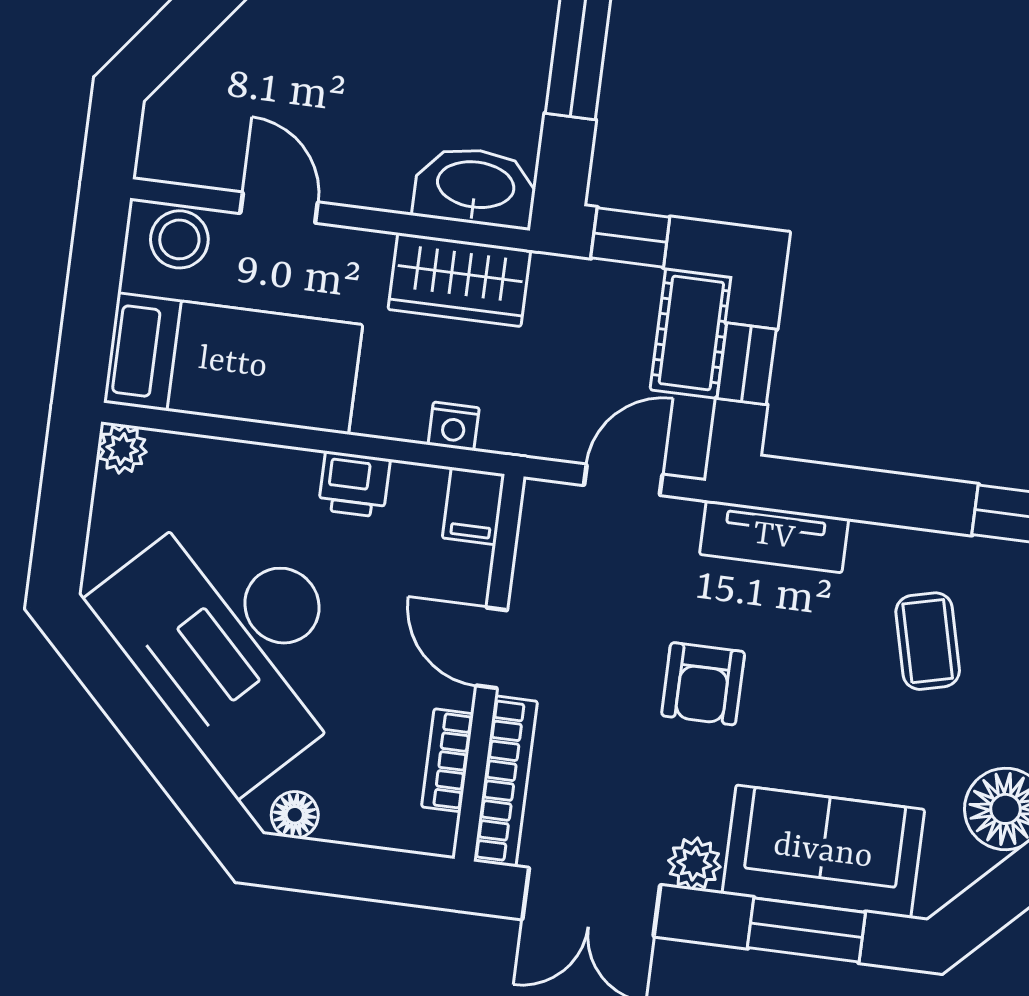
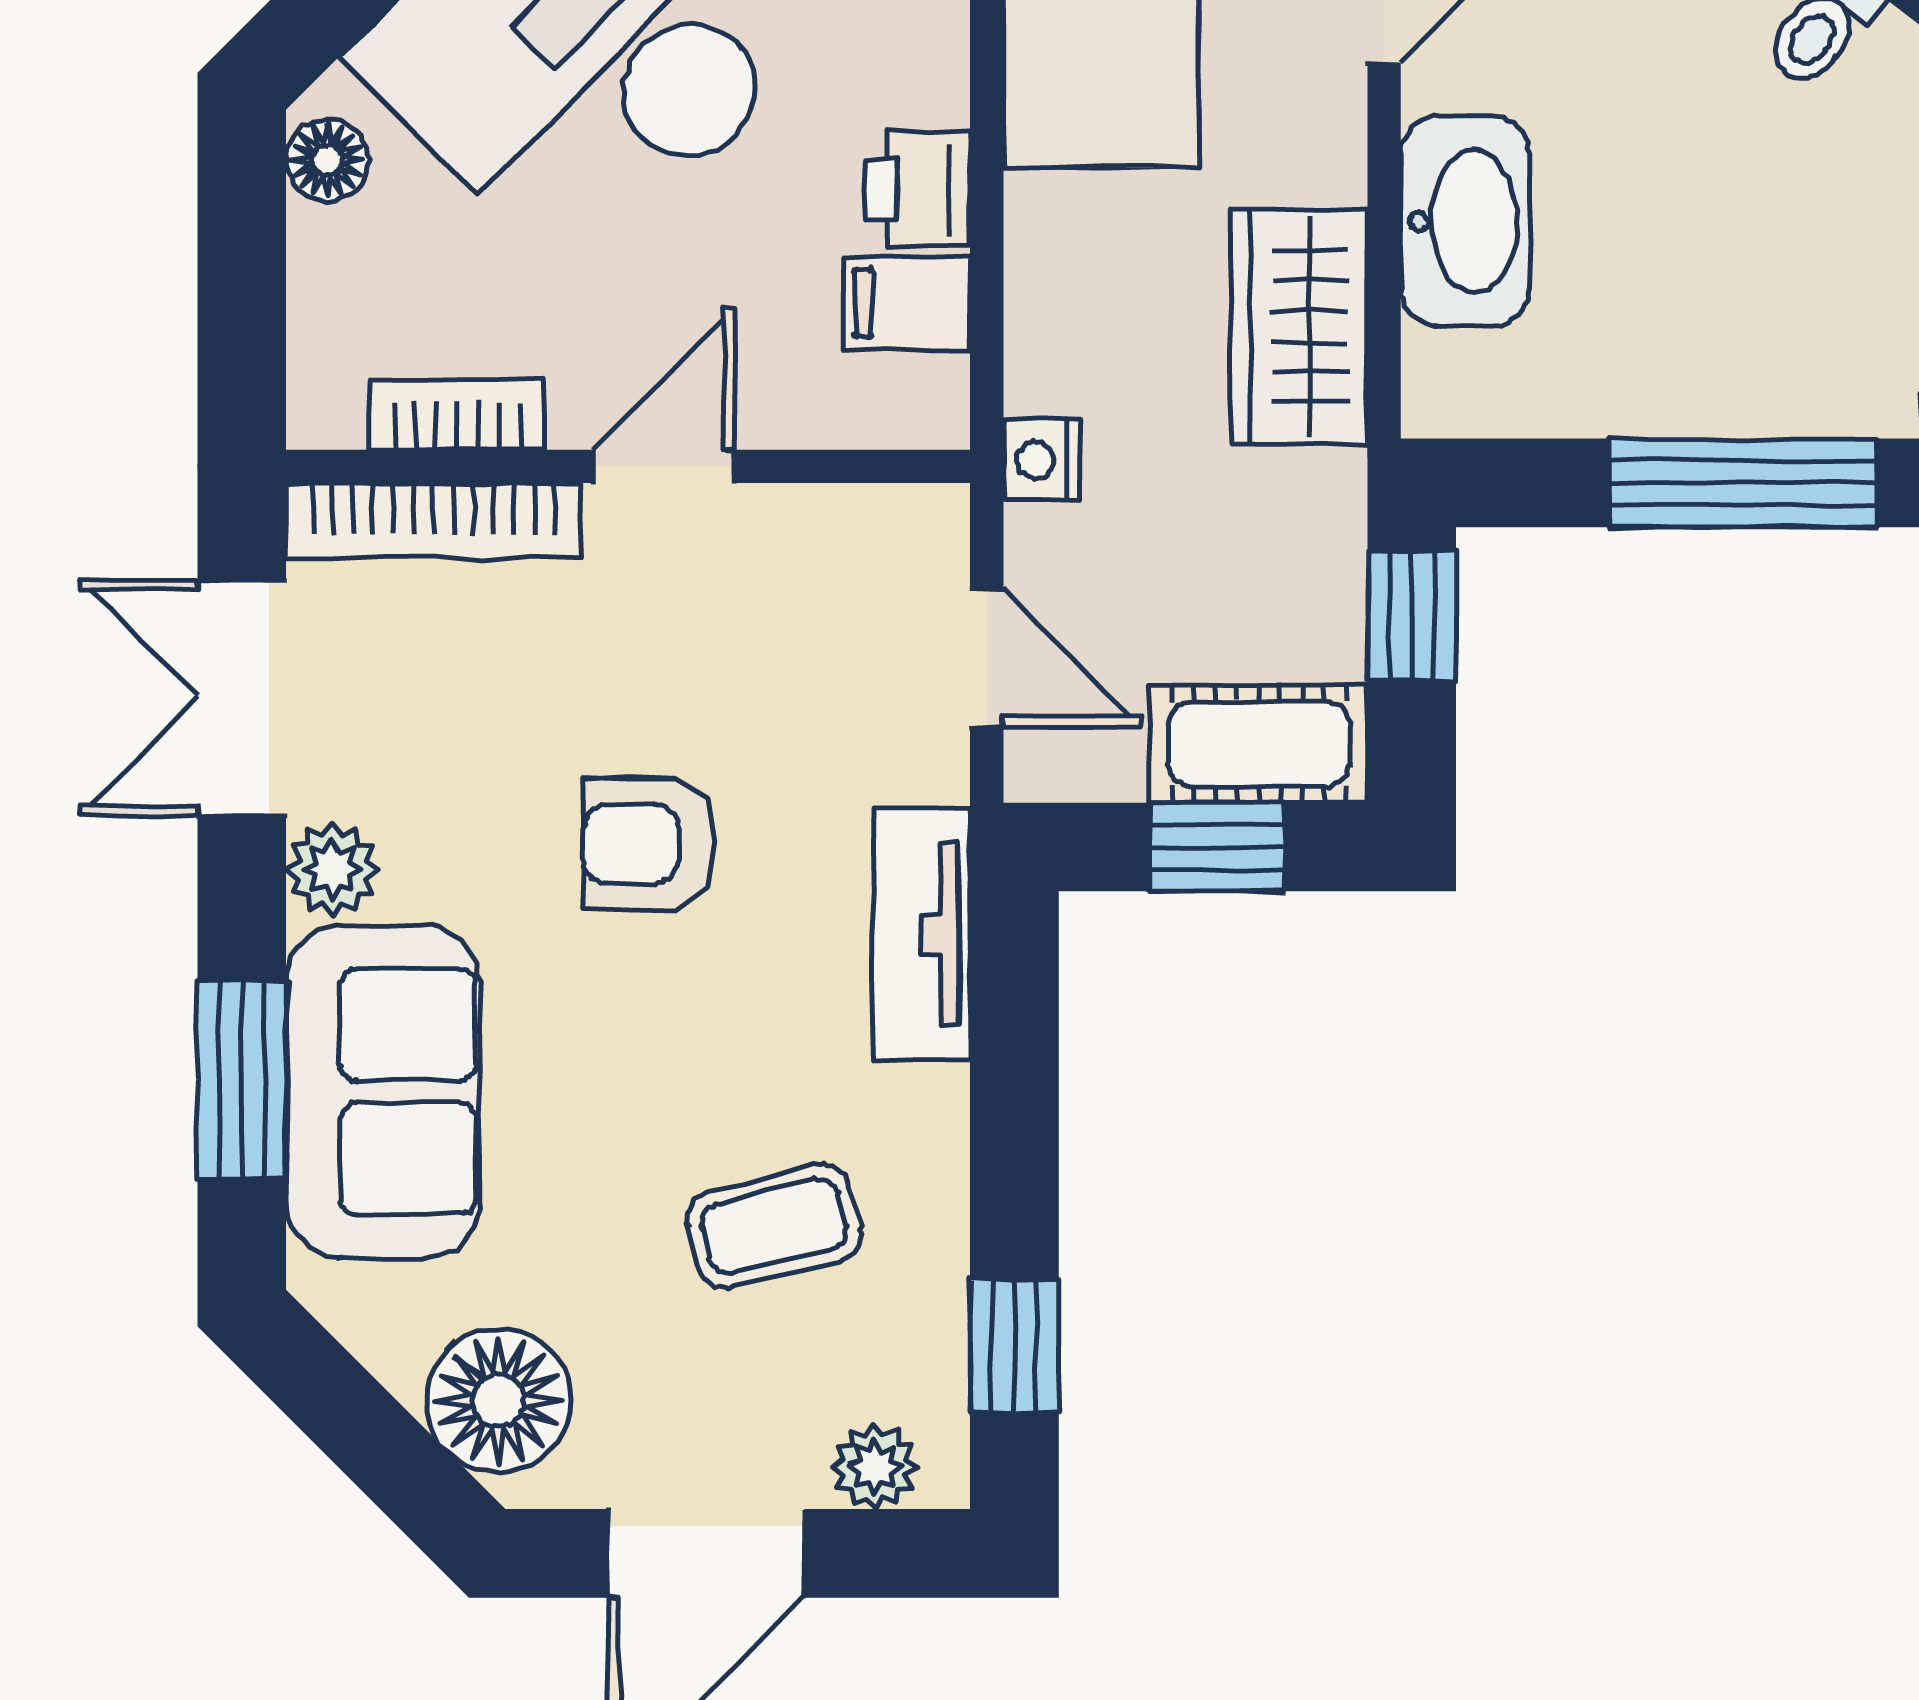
washbasin: (475, 187) -> (1465, 221), moved
nightstand: (454, 426) -> (1042, 460), moved
filing cabinet: (474, 506) -> (907, 303), moved

